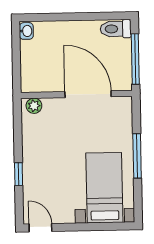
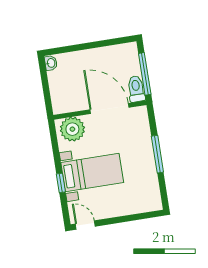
toilet: (116, 29) -> (136, 89), moved, turned 90
plant: (34, 106) -> (72, 129), width x1.88, depth x1.88
bed with nightstands: (104, 188) -> (92, 173), moved, turned 90

